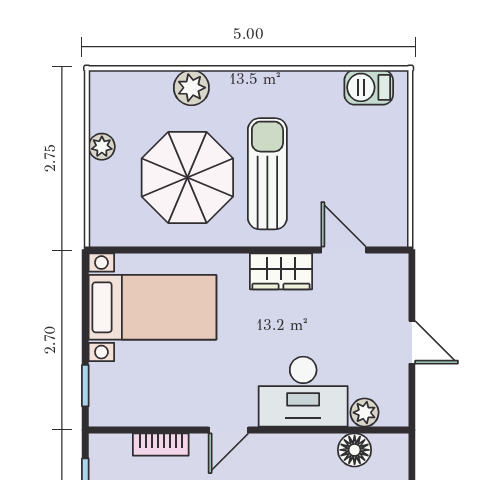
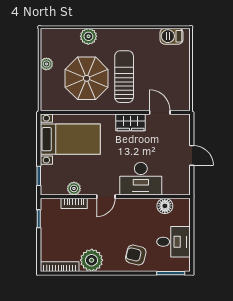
plant: (364, 413) -> (74, 188), moved

